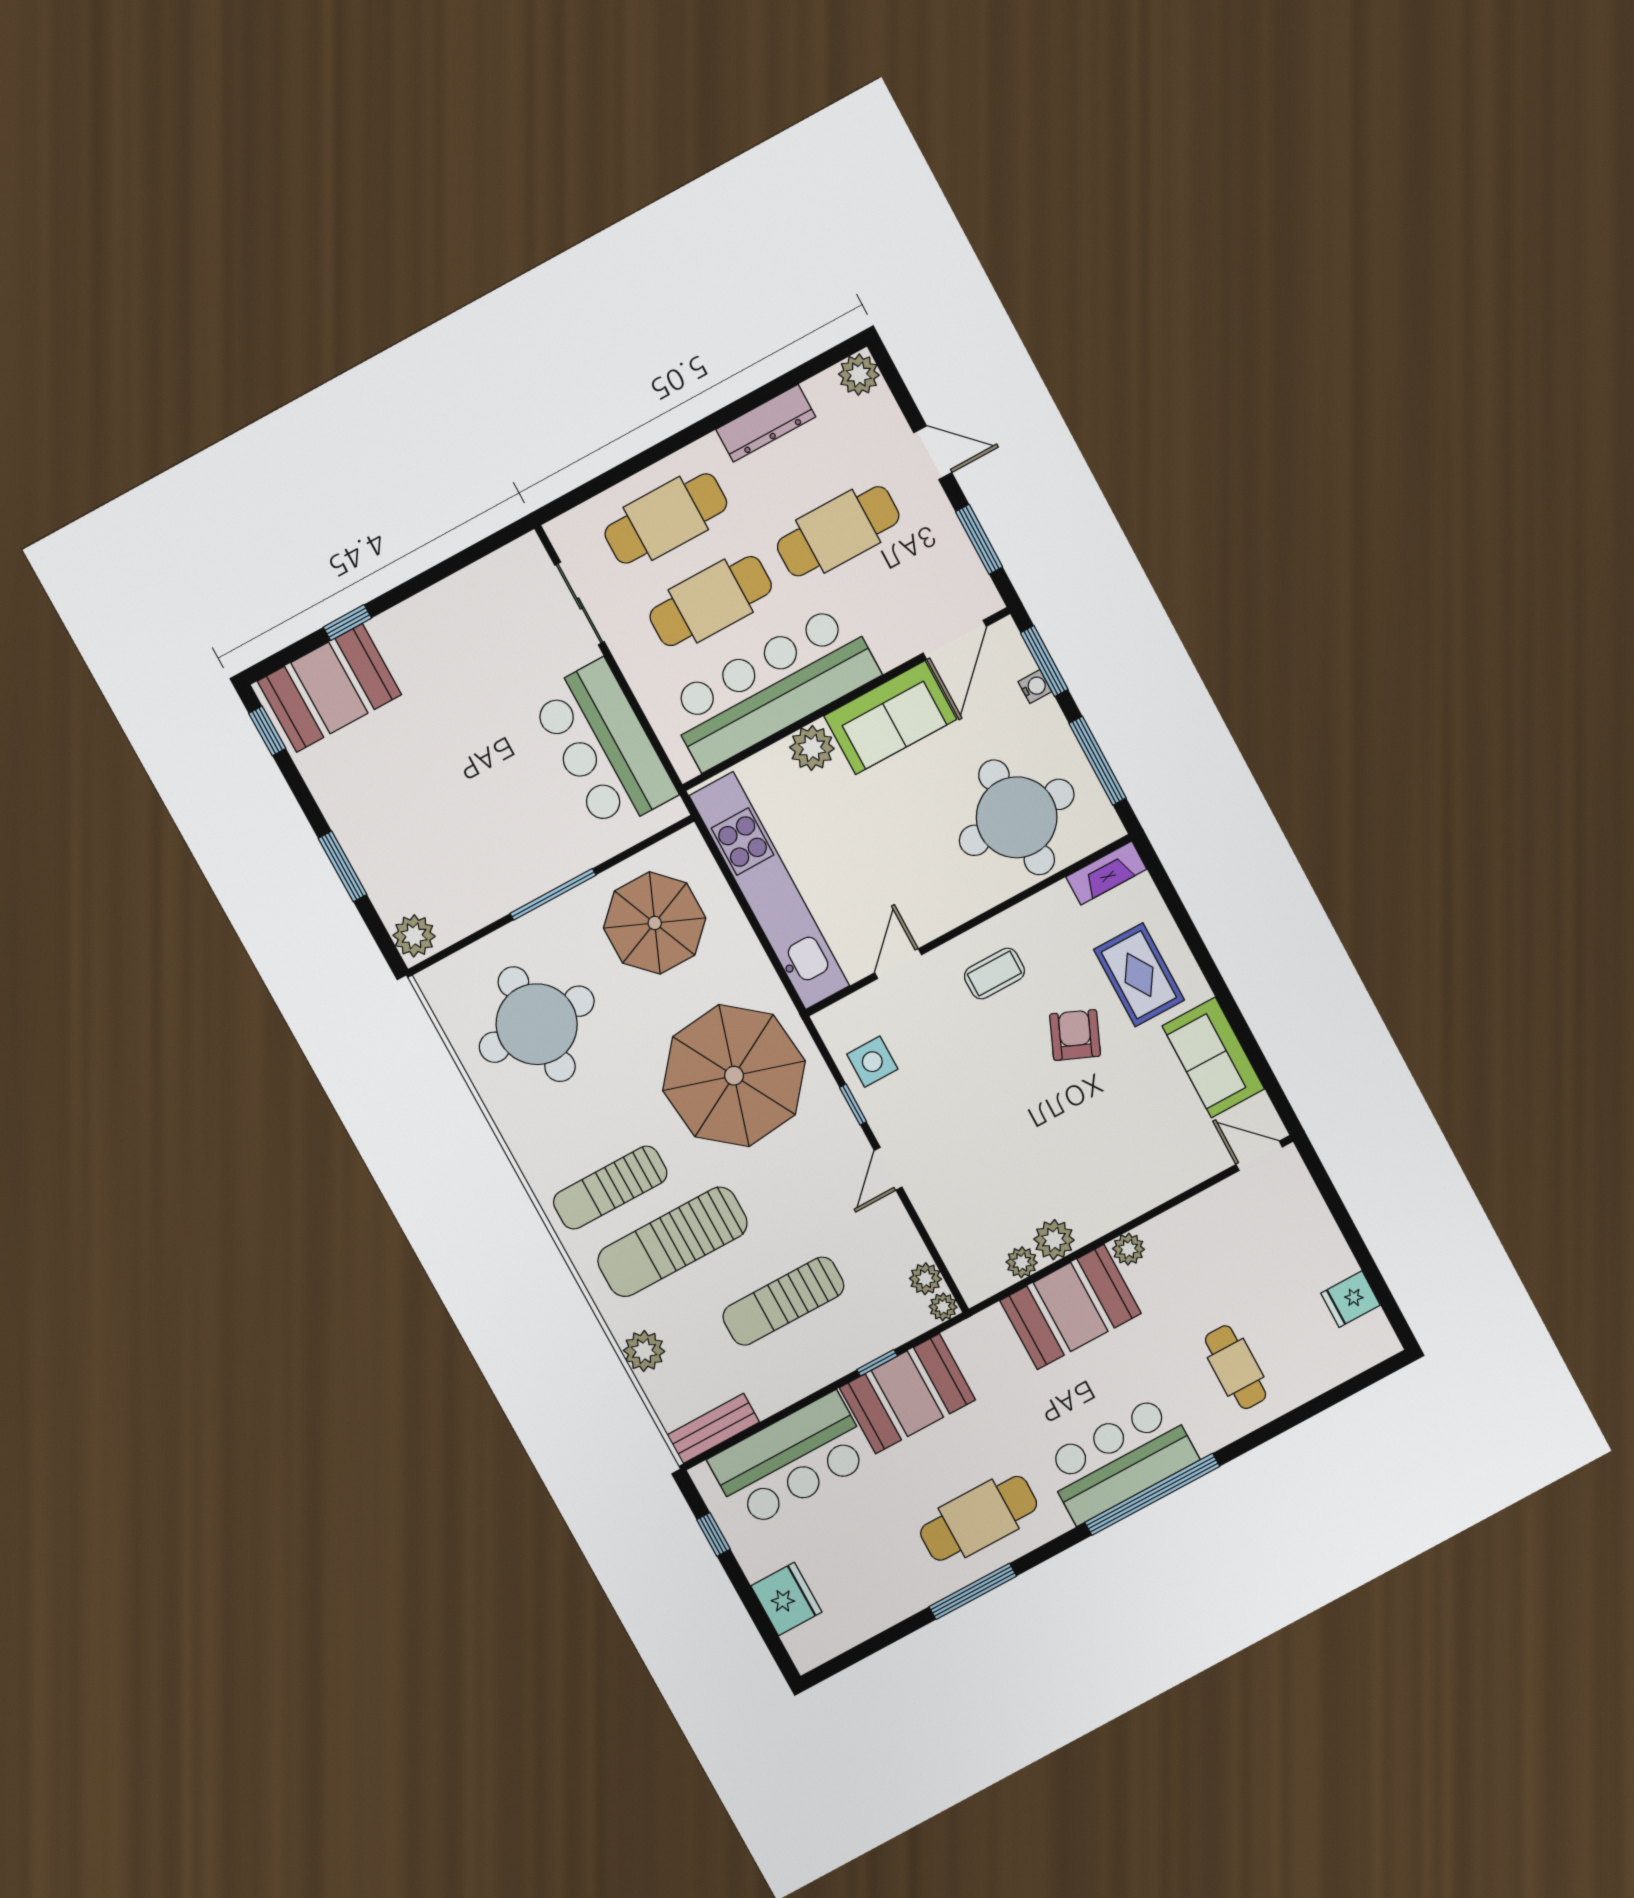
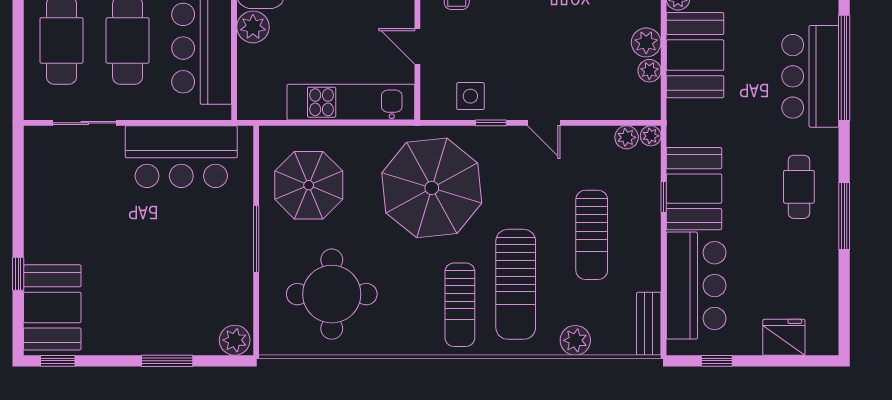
kitchen unit: (769, 891) -> (351, 102), width x0.73
cafe table: (979, 1518) -> (799, 187), width x0.73, depth x0.74

